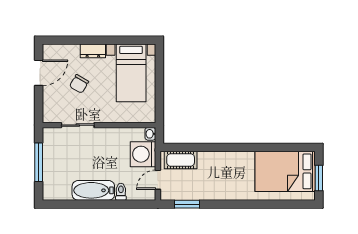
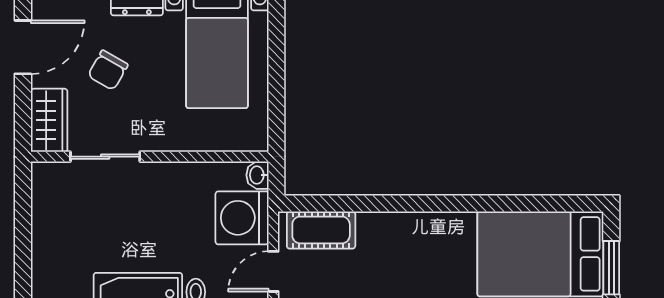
wardrobe: (51, 108) -> (49, 120), added
window: (39, 162) -> (23, 235), removed

